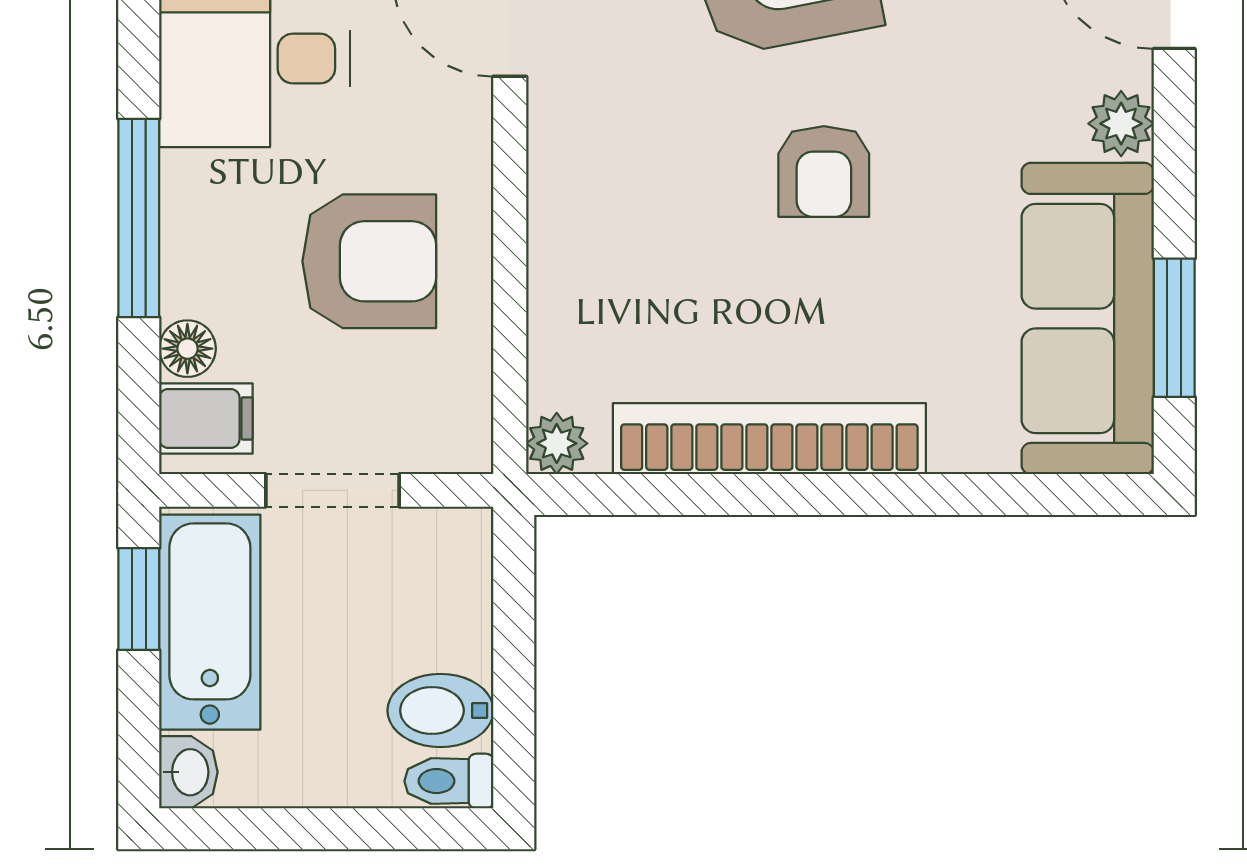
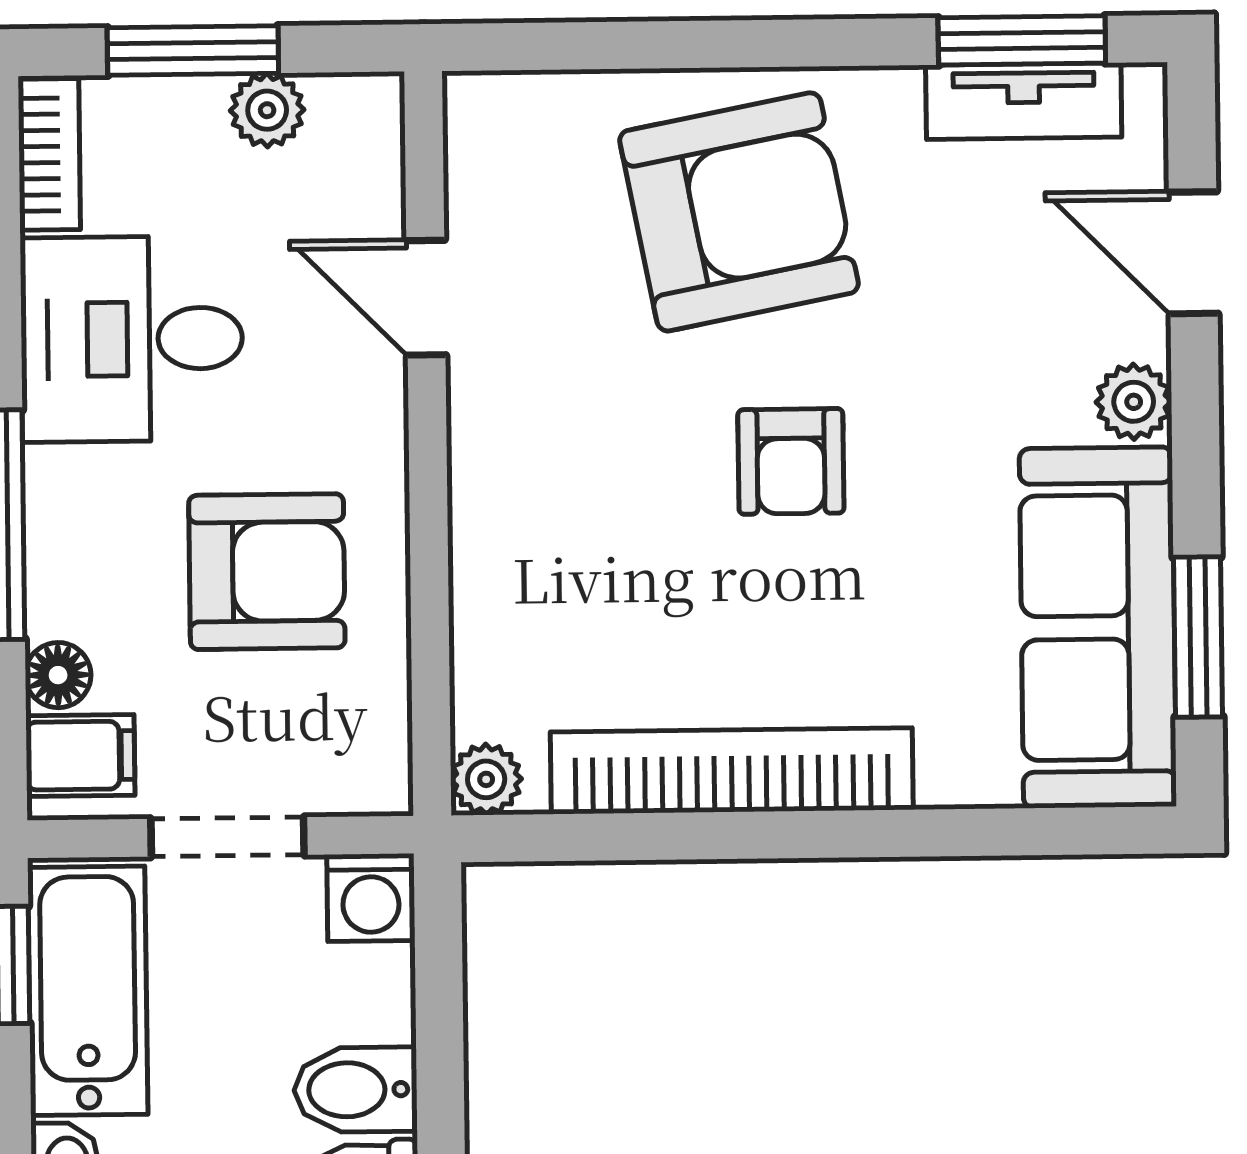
washing machine: (456, 544) -> (371, 898), added

